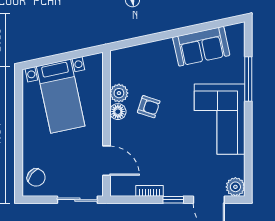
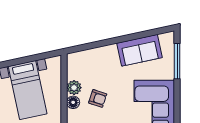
window: (248, 79) -> (177, 61), moved

